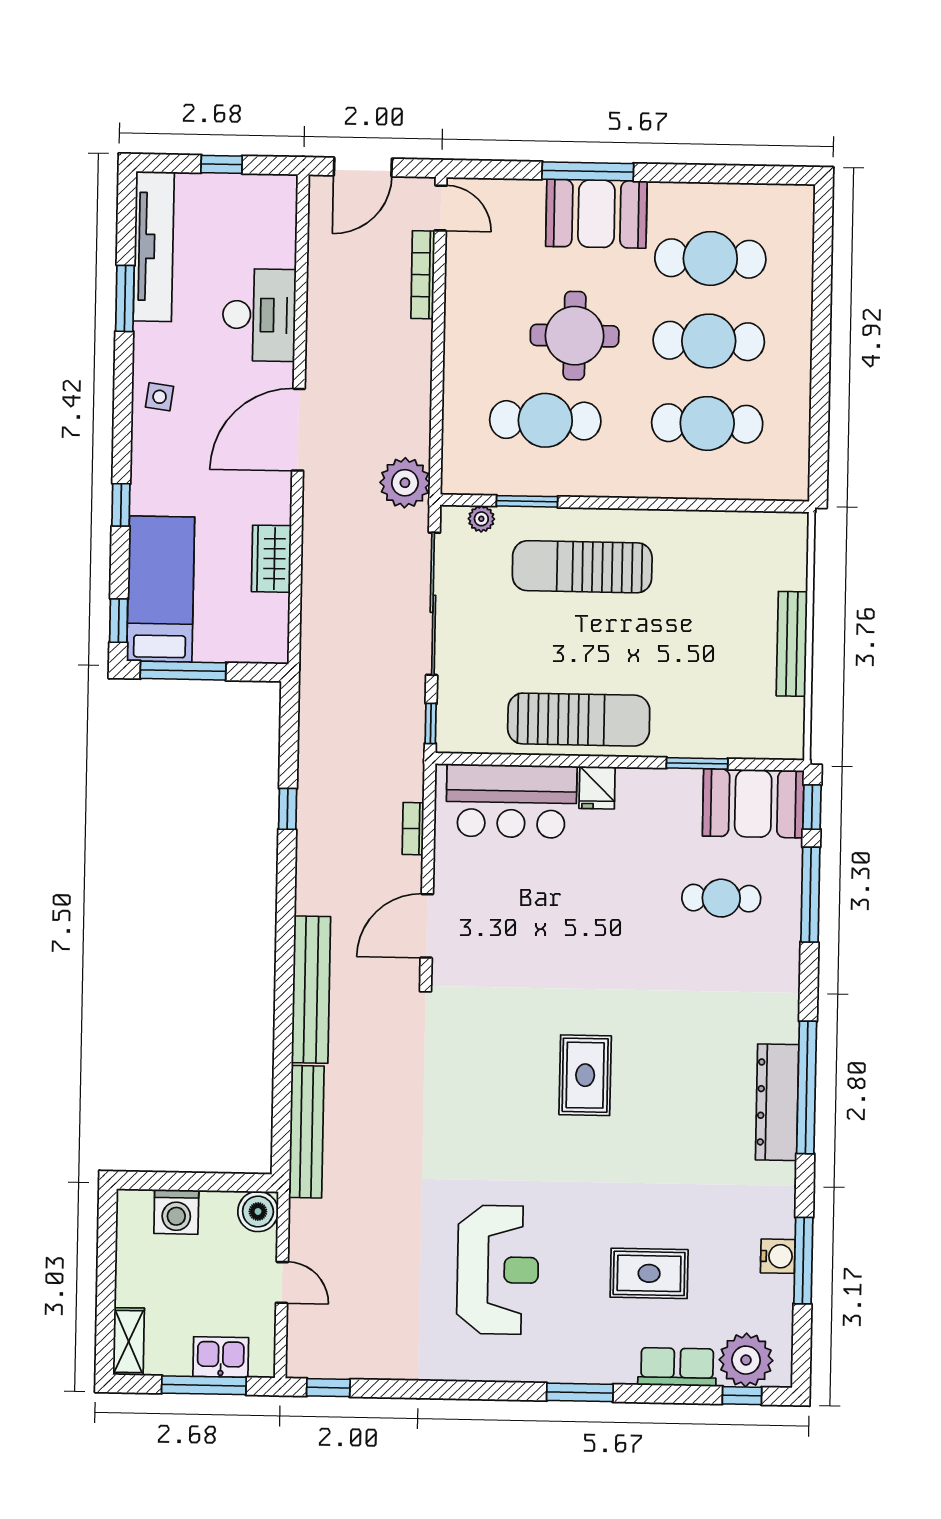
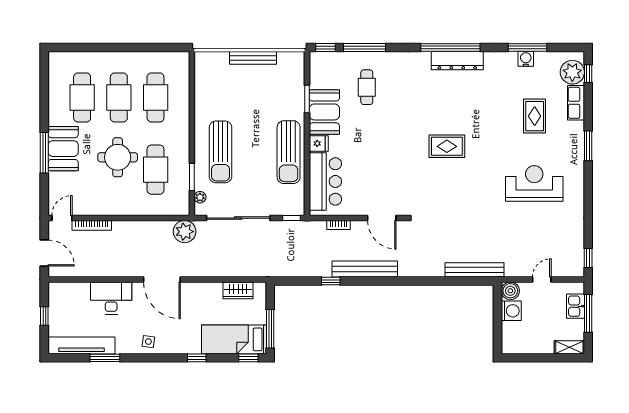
wardrobe: (271, 559) -> (238, 290), moved
sun lounger: (579, 720) -> (289, 152), turned 180
booth: (753, 803) -> (324, 112), moved
bench: (311, 990) -> (365, 269), moved
washing machine: (176, 1212) -> (511, 311), moved

